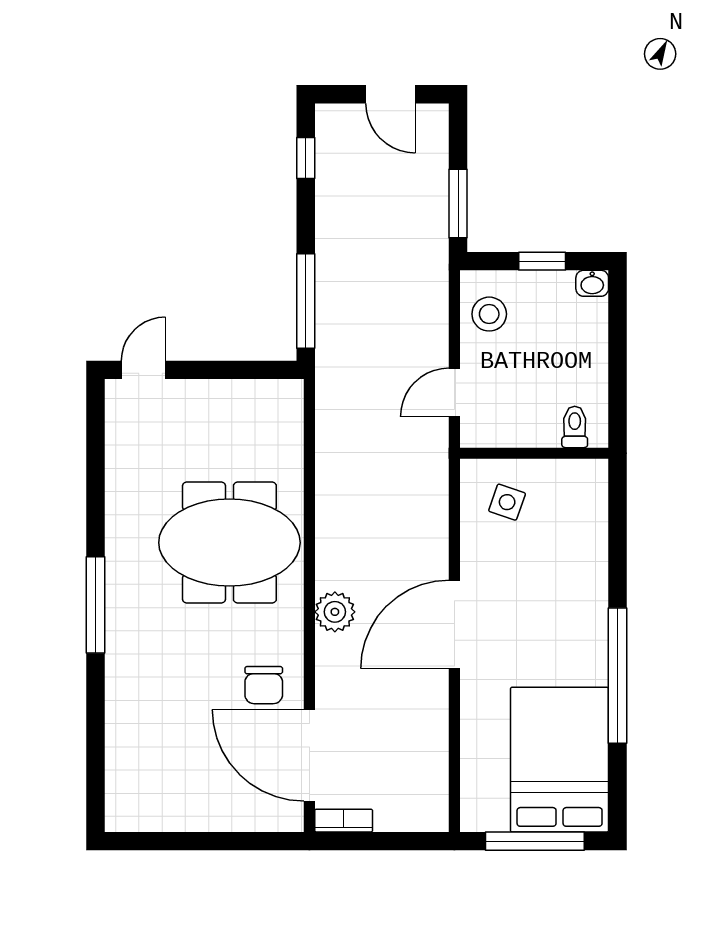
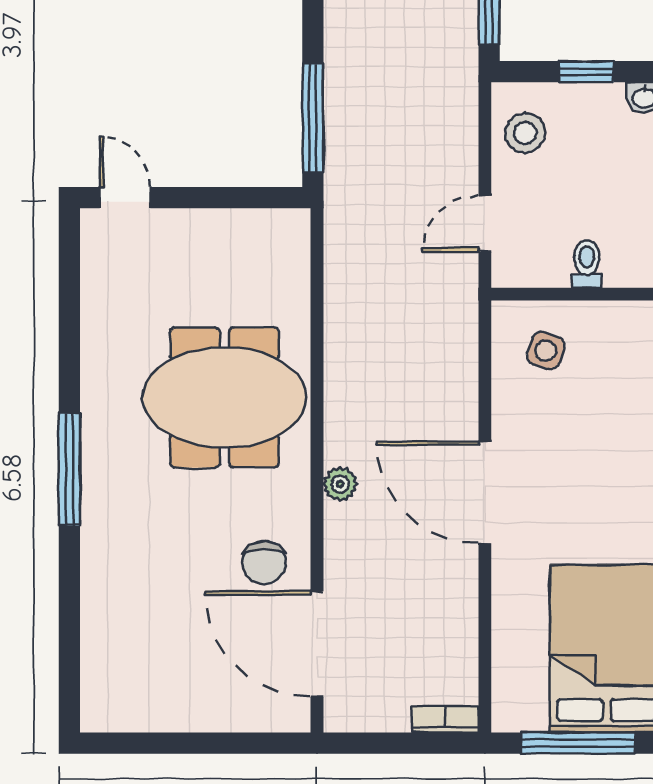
door: (143, 370) -> (125, 198), hinge flipped
toilet: (575, 427) -> (587, 264), moved
plant: (335, 612) -> (340, 484), width x0.73, depth x0.73
door: (454, 624) -> (485, 492), hinge flipped
bookcase: (344, 821) -> (445, 719), moved

